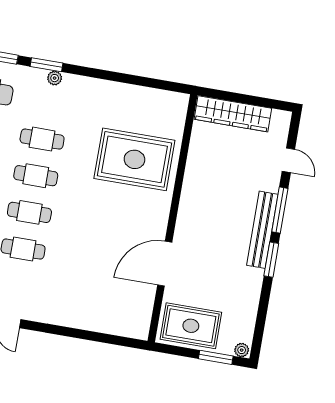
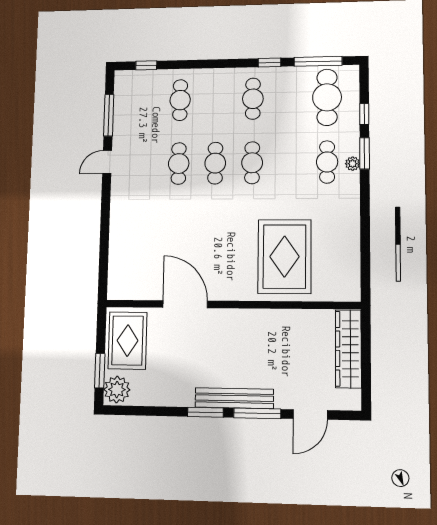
cafe table: (42, 139) -> (327, 162), moved
door: (288, 160) -> (310, 415), width x1.38
plant: (242, 350) -> (117, 390), width x1.87, depth x1.87

